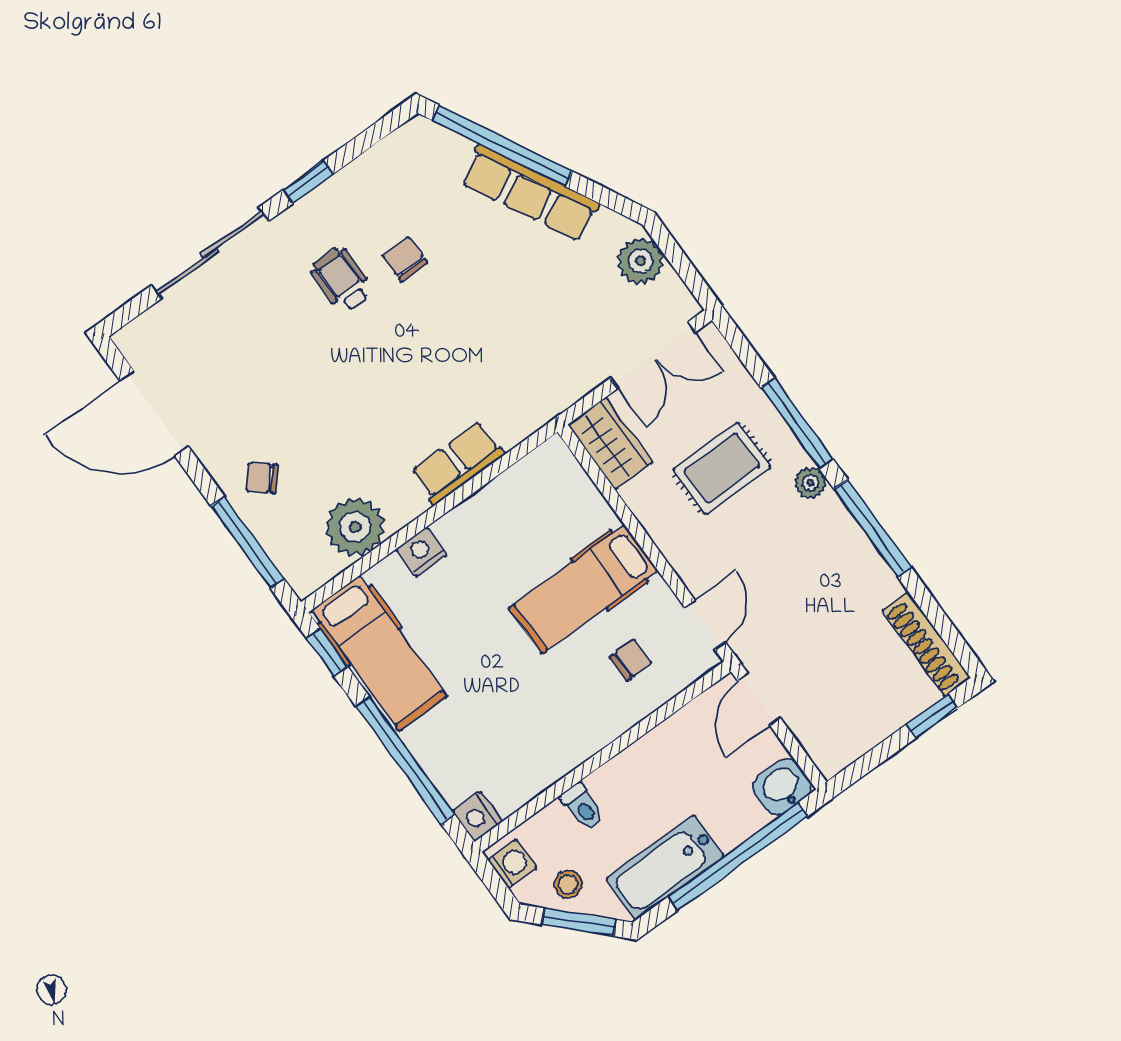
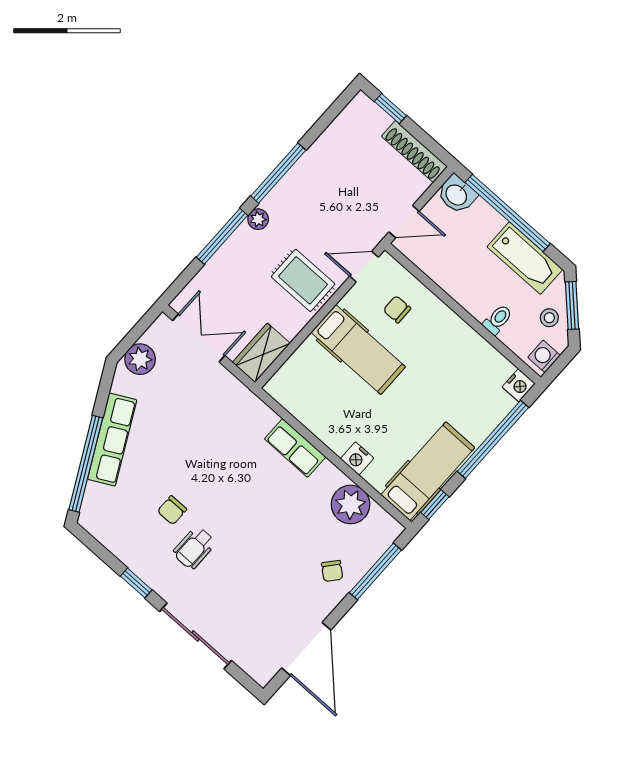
rug: (722, 468) -> (303, 280), moved
shoe rack: (926, 644) -> (414, 151), moved, turned 90

